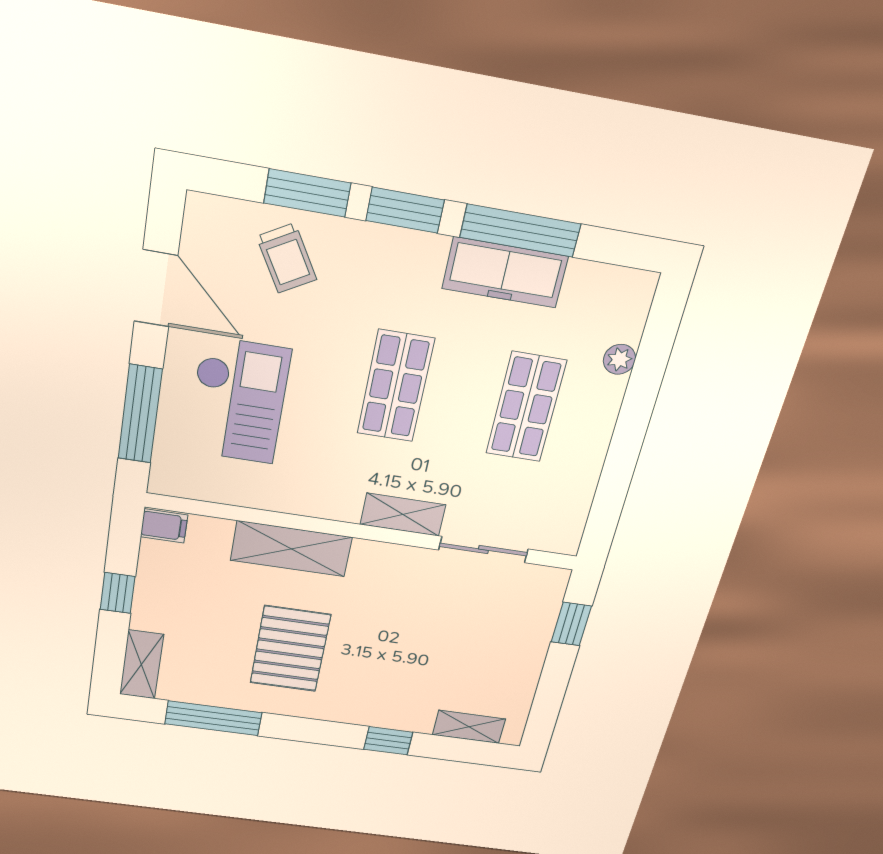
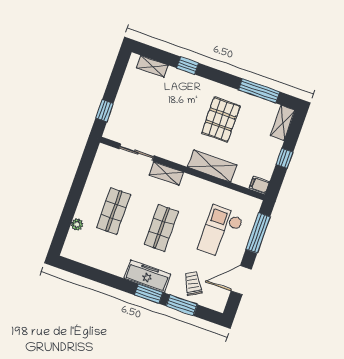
window: (520, 231) -> (109, 280), removed
freezer: (505, 272) -> (147, 276), moved
door: (156, 288) -> (241, 280), hinge flipped

